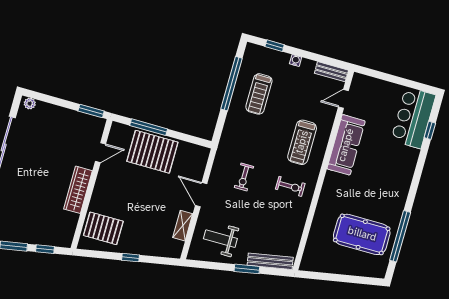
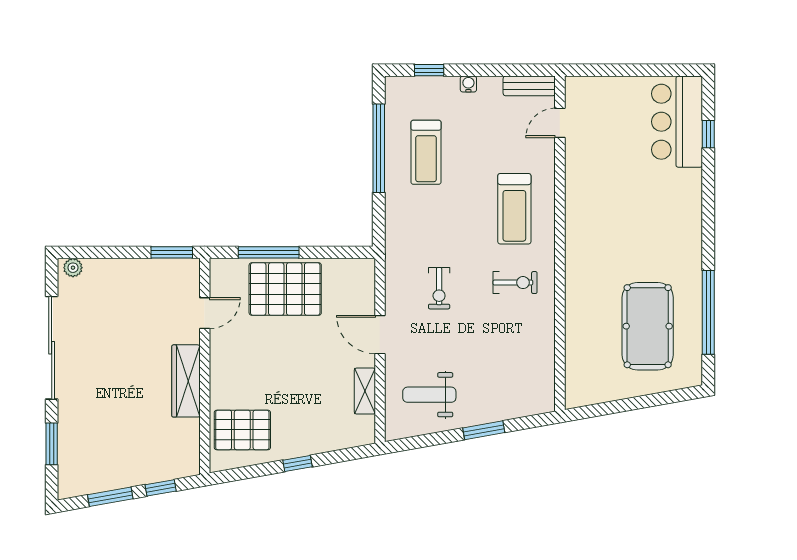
sofa: (346, 145) -> (584, 193), removed
pool table: (362, 234) -> (648, 326), turned 90
bench: (270, 261) -> (517, 408), removed

